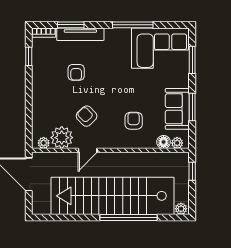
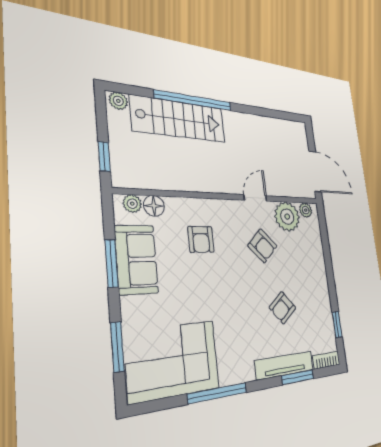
armchair: (76, 72) -> (283, 308), turned -130
stairs: (113, 196) -> (179, 119), width x0.54, depth x0.66

